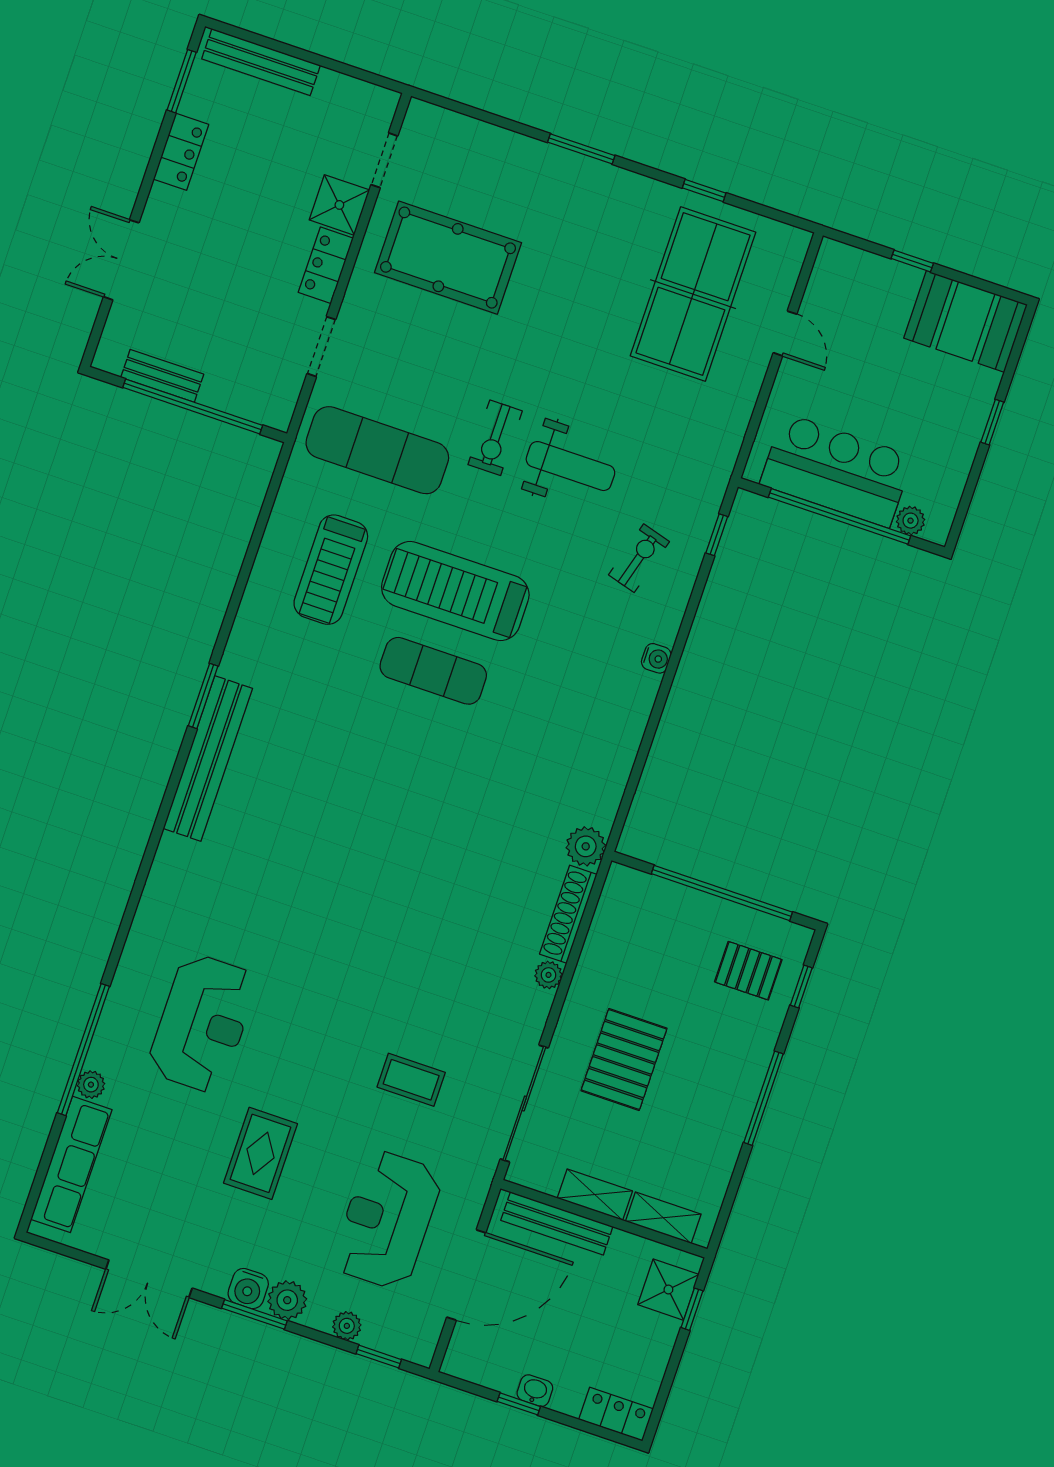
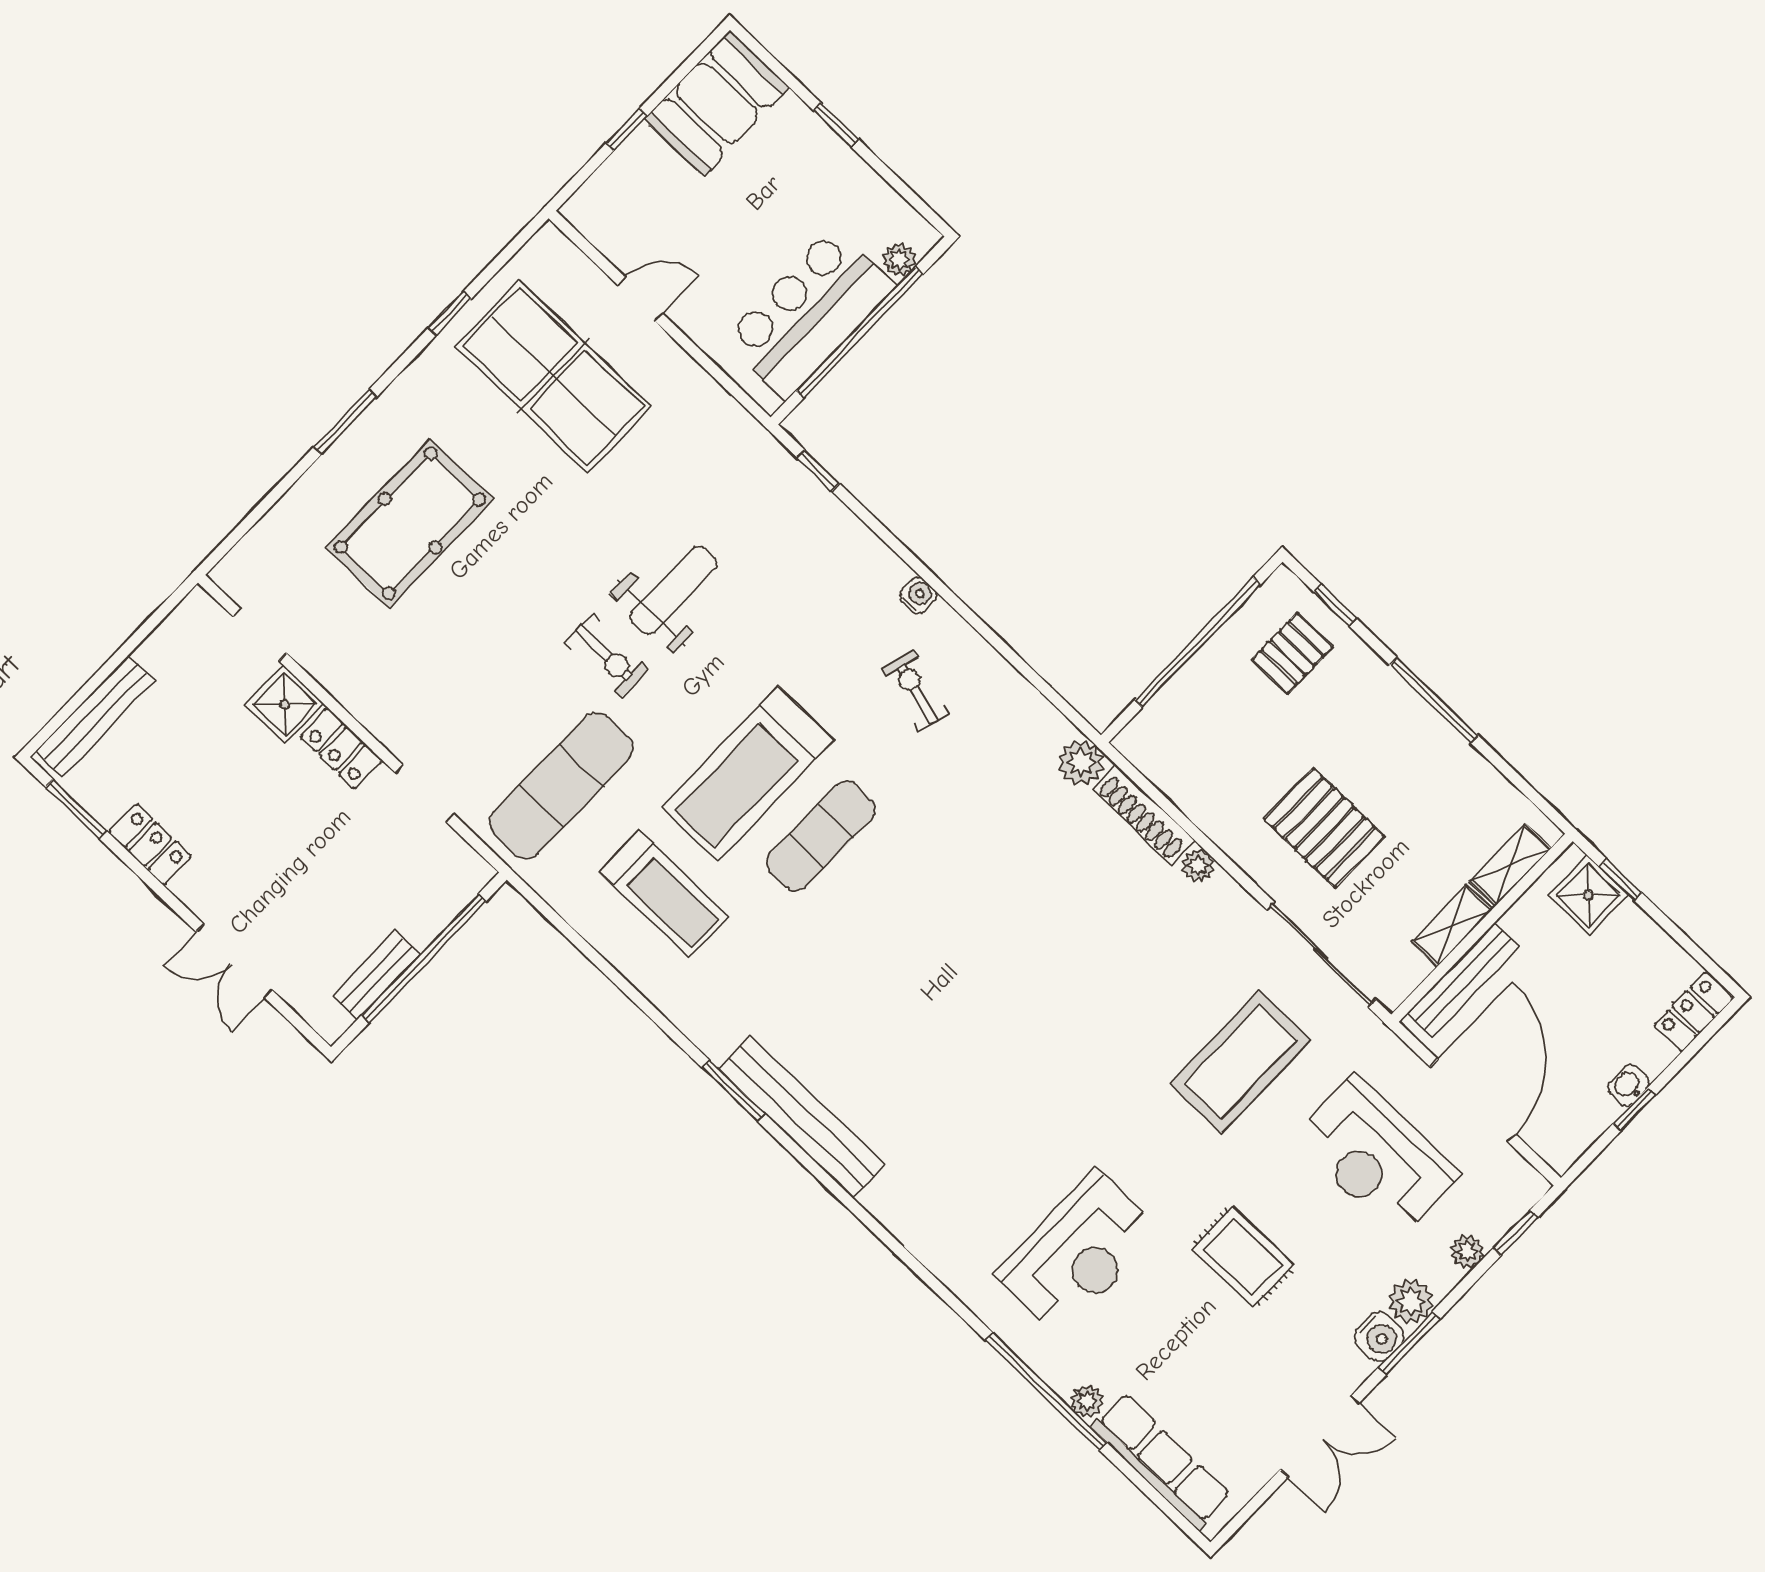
pool table: (448, 258) -> (410, 523), moved
exercise bike: (639, 558) -> (916, 691), moved
reception desk: (203, 1023) -> (1078, 1253), turned 90
coffee table: (411, 1080) -> (1240, 1062), width x1.86, depth x1.72

